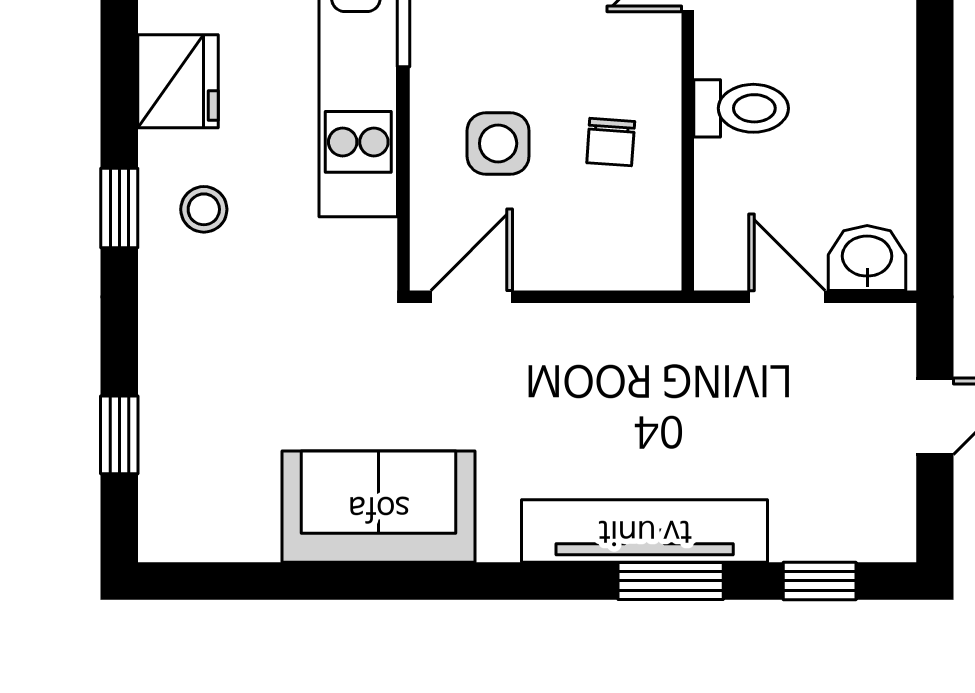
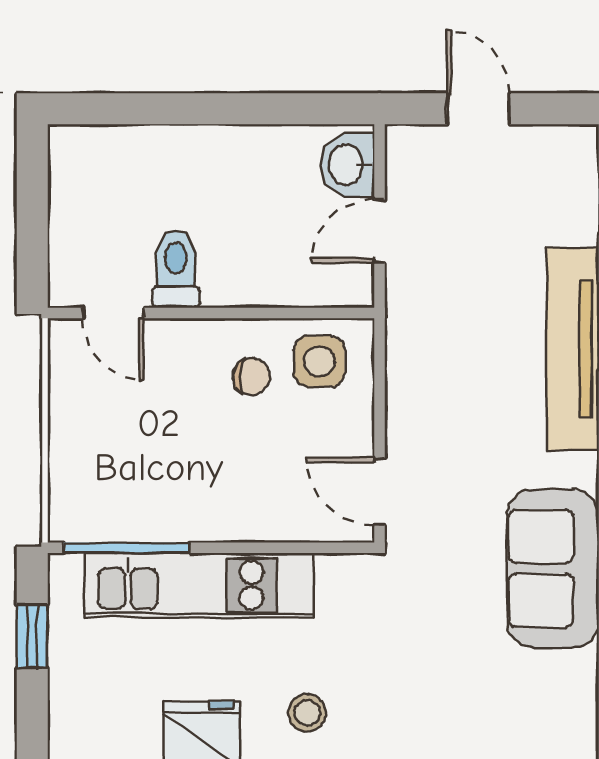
toilet: (741, 108) -> (176, 269), moved
side table: (498, 143) -> (319, 361), moved

